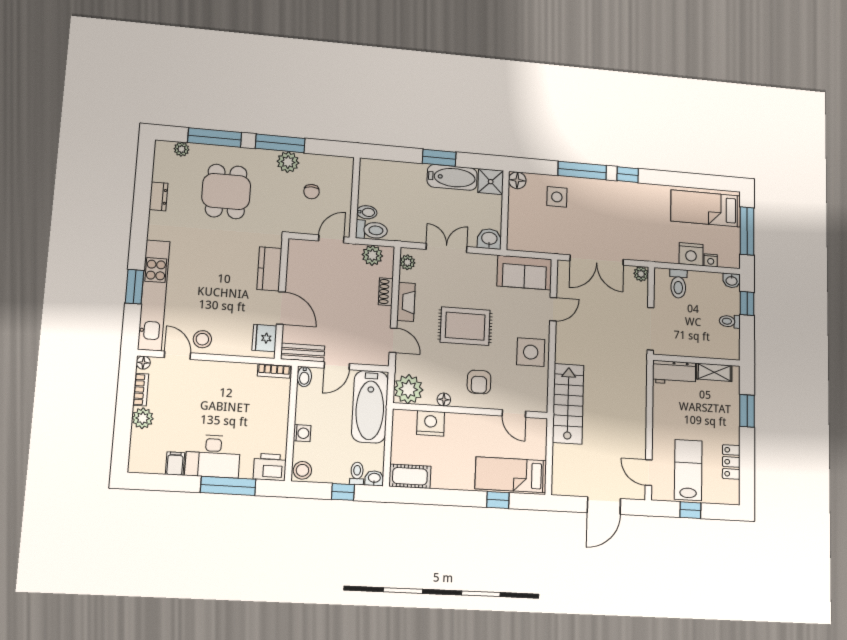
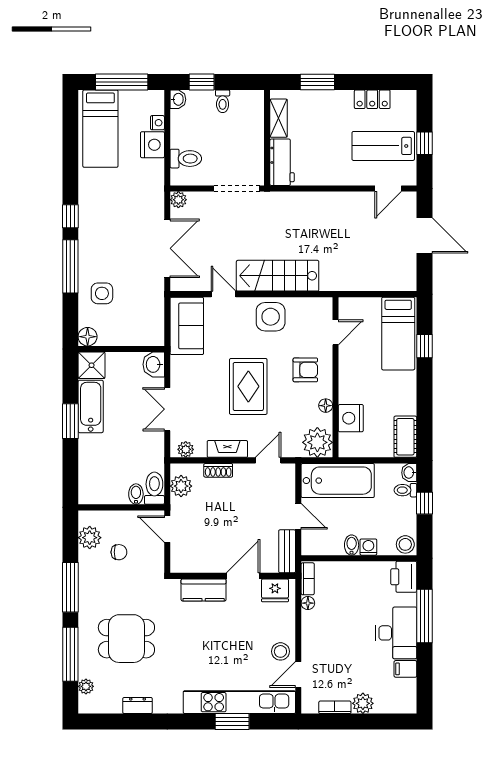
plant: (288, 162) -> (90, 538), moved
floor lamp: (143, 363) -> (308, 603), moved
bidet: (304, 377) -> (352, 545), moved, turned -90
stairs: (568, 404) -> (278, 276), moved

